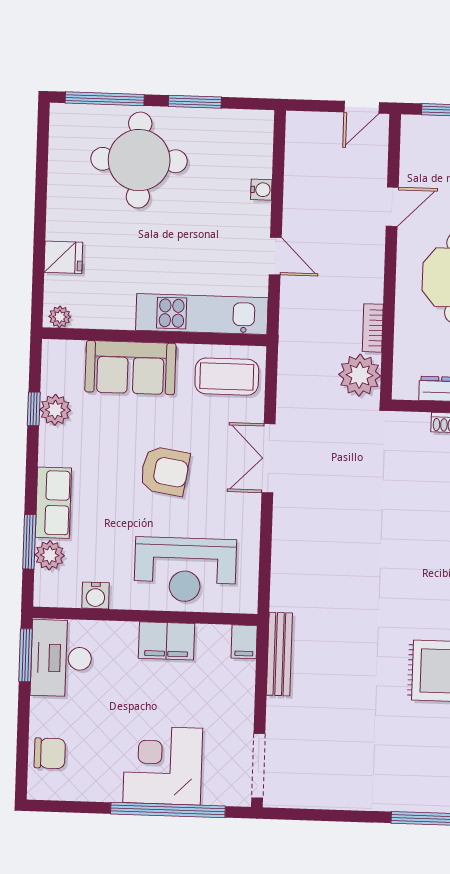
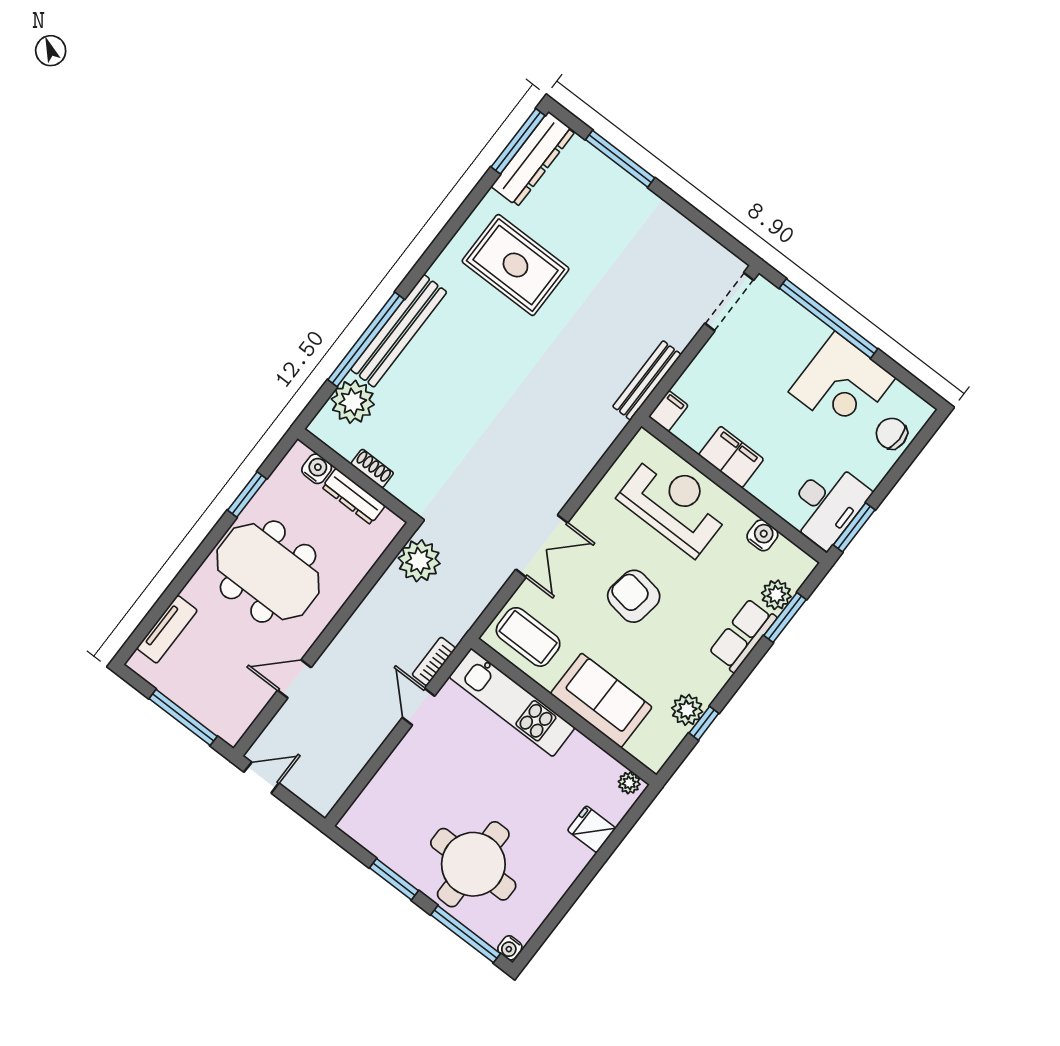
water cooler: (261, 190) -> (510, 948), moved, turned -90
bookcase: (373, 328) -> (434, 661), moved, turned 180
corner desk: (163, 765) -> (842, 385), moved

